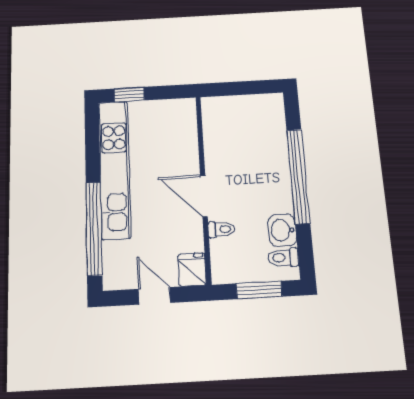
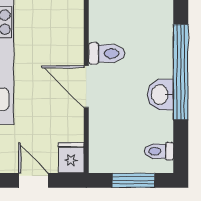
toilet: (222, 229) -> (107, 54), moved, width x1.37, depth x1.39
washbasin: (282, 230) -> (160, 95), moved

